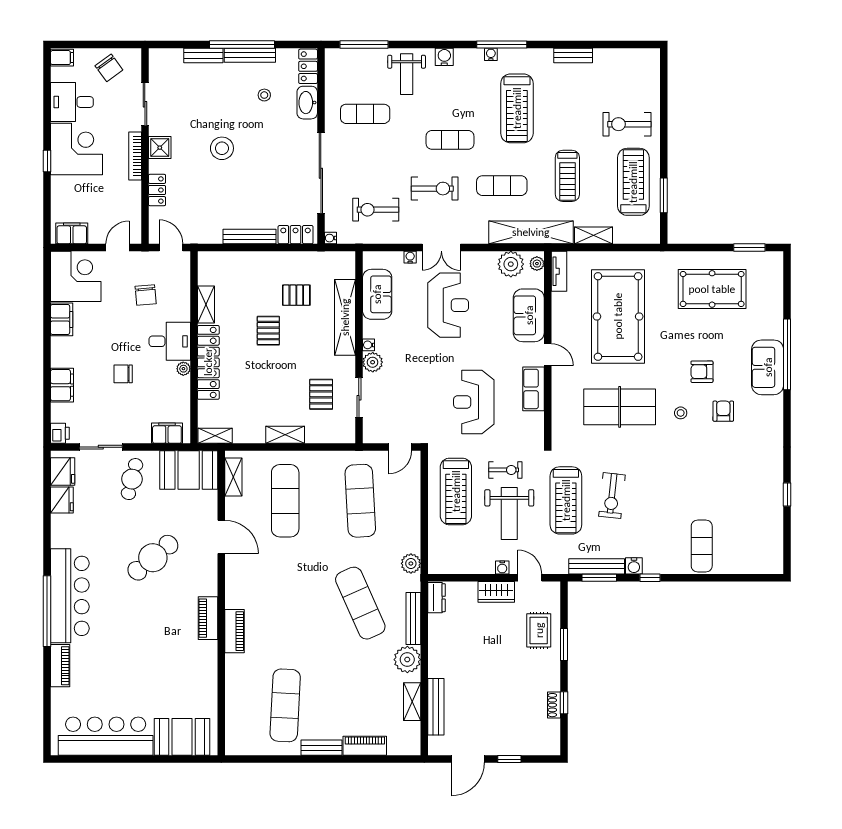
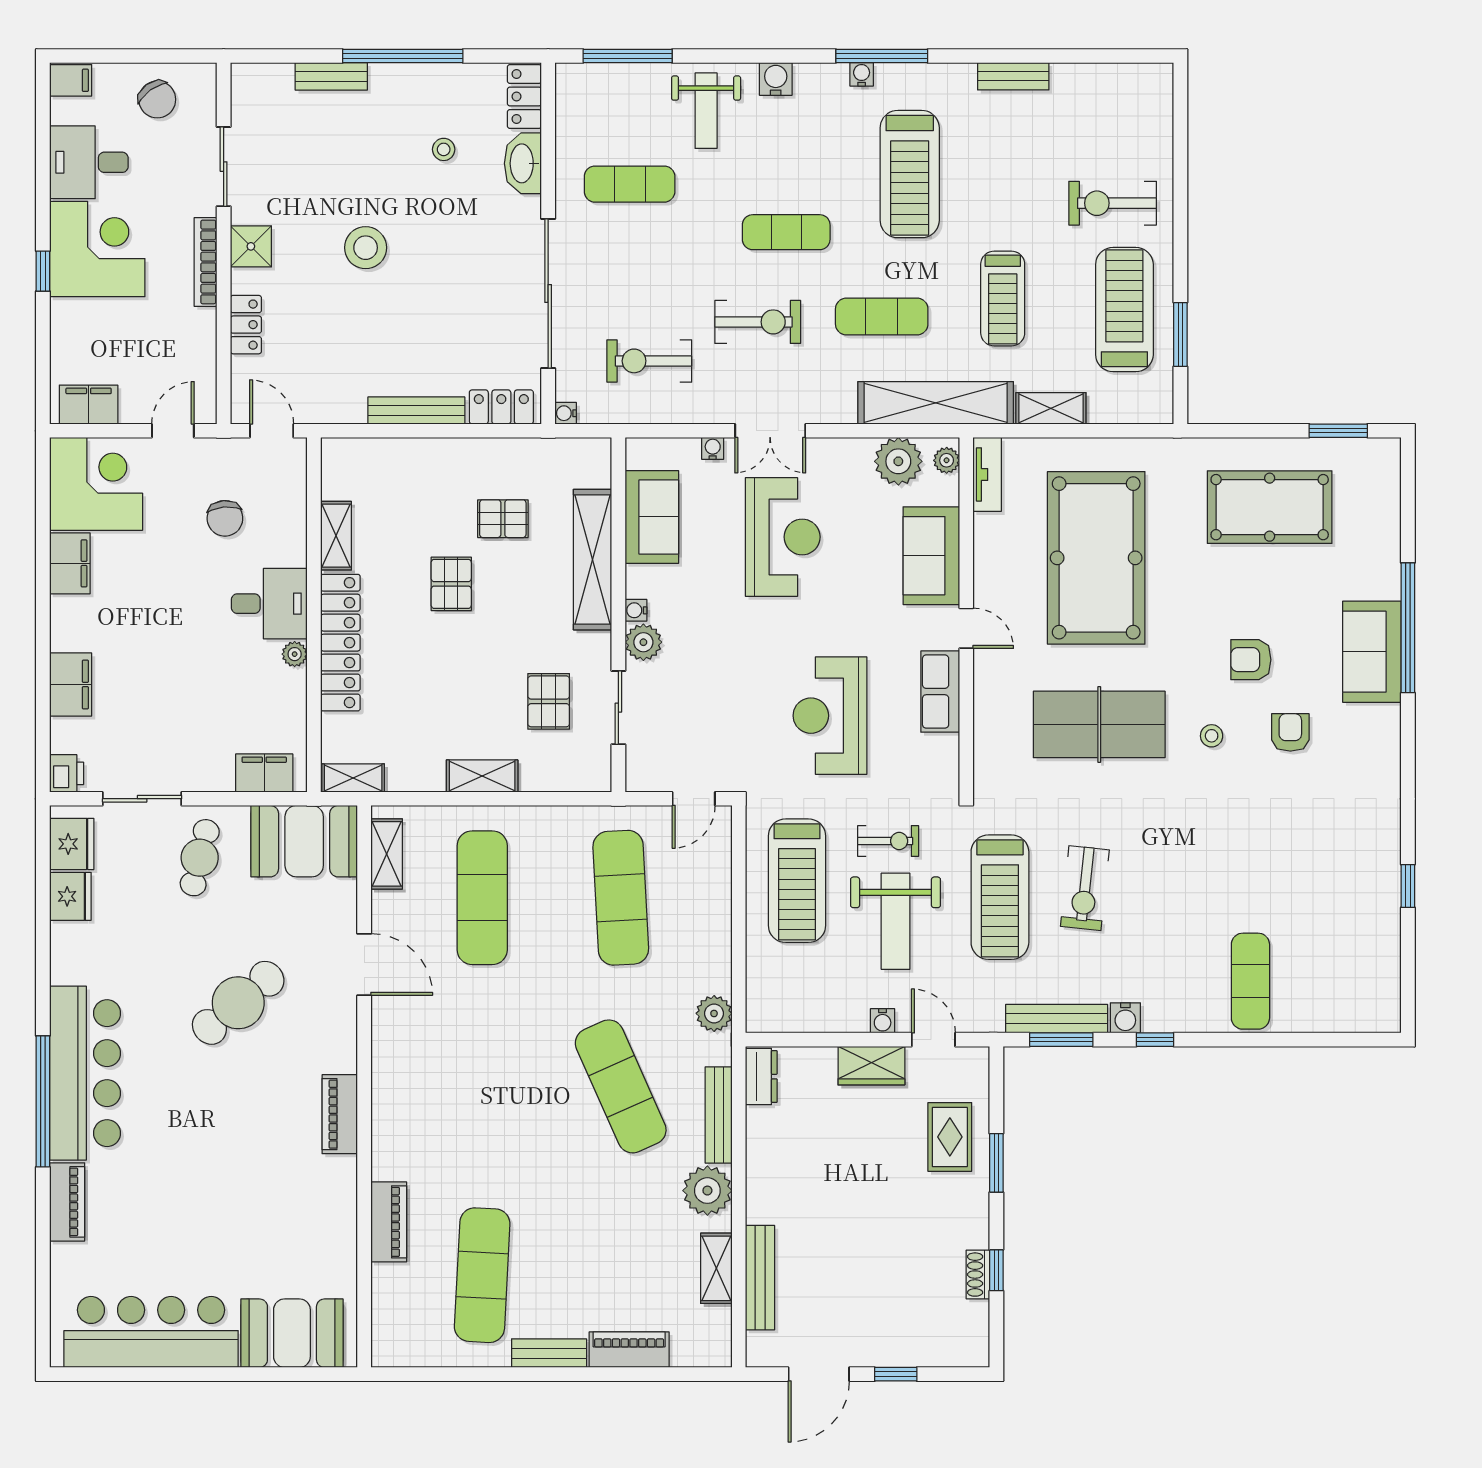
bench: (250, 55) -> (417, 76), removed
chair: (123, 374) -> (183, 664), removed
piano: (234, 631) -> (389, 1222), moved

